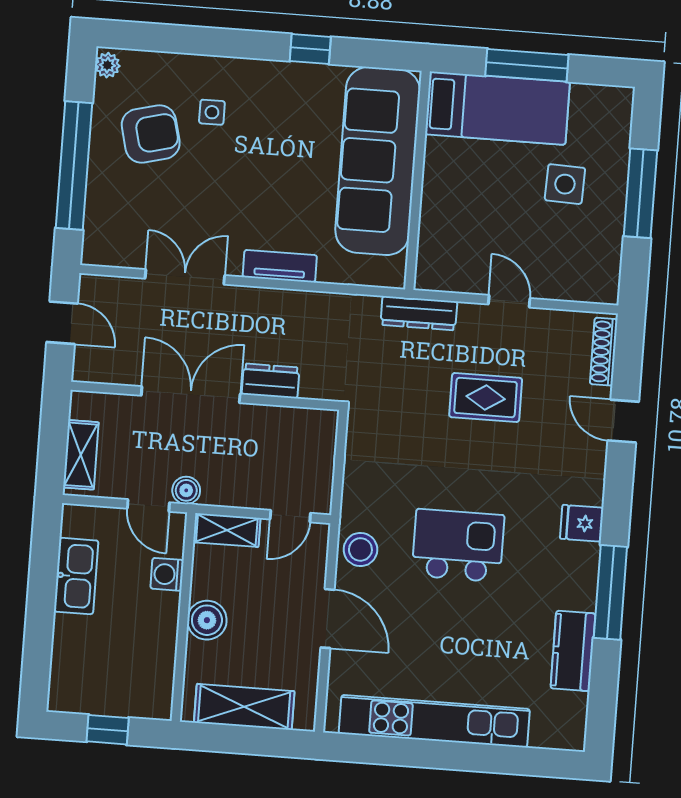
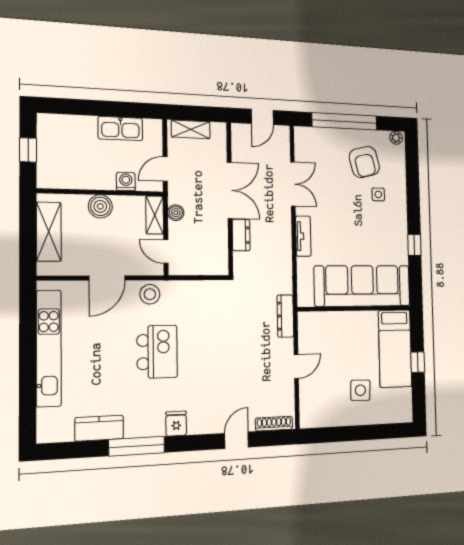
window: (527, 65) -> (418, 362), width x0.46
window: (640, 193) -> (360, 433), removed
rug: (486, 398) -> (243, 359), removed
boiler: (186, 490) -> (176, 213), moved

